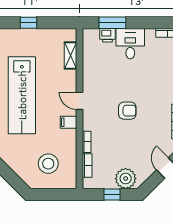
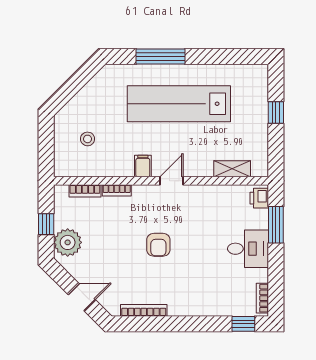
printer: (107, 35) -> (259, 198), moved
stool: (48, 164) -> (88, 139), width x0.53, depth x0.53

